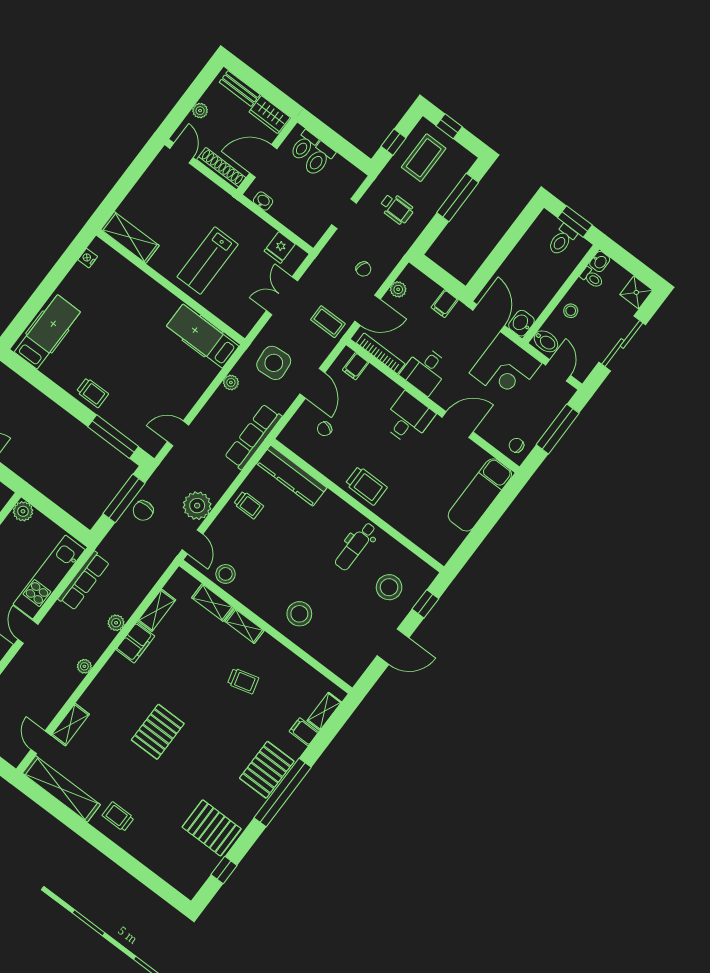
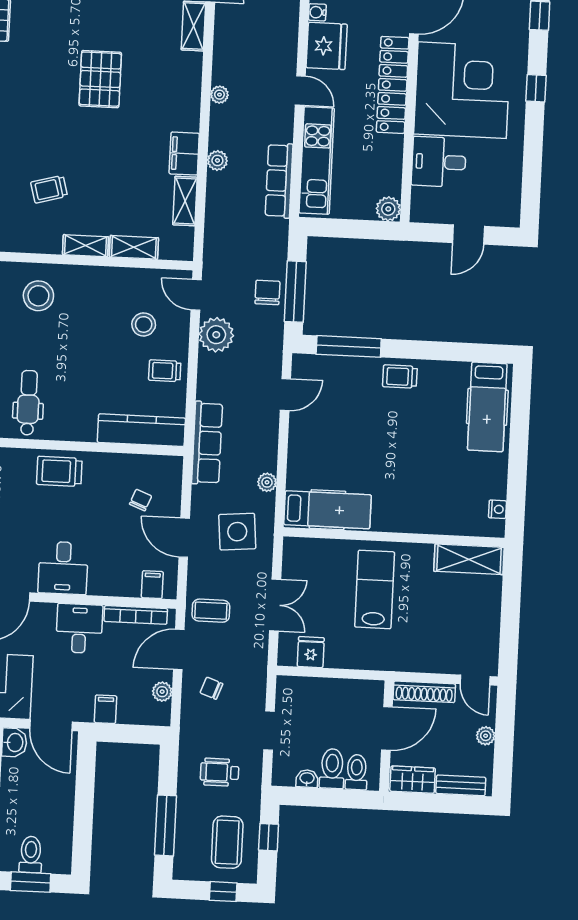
washbasin: (263, 201) -> (307, 779), moved, turned 180
stool: (226, 574) -> (144, 324), moved

